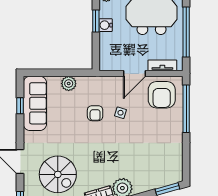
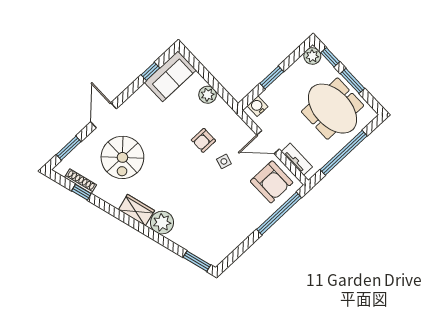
window: (96, 21) -> (272, 78), moved
water cooler: (106, 25) -> (258, 106), moved
armchair: (162, 95) -> (272, 182), turned -90
sofa: (35, 103) -> (170, 76), width x0.73

